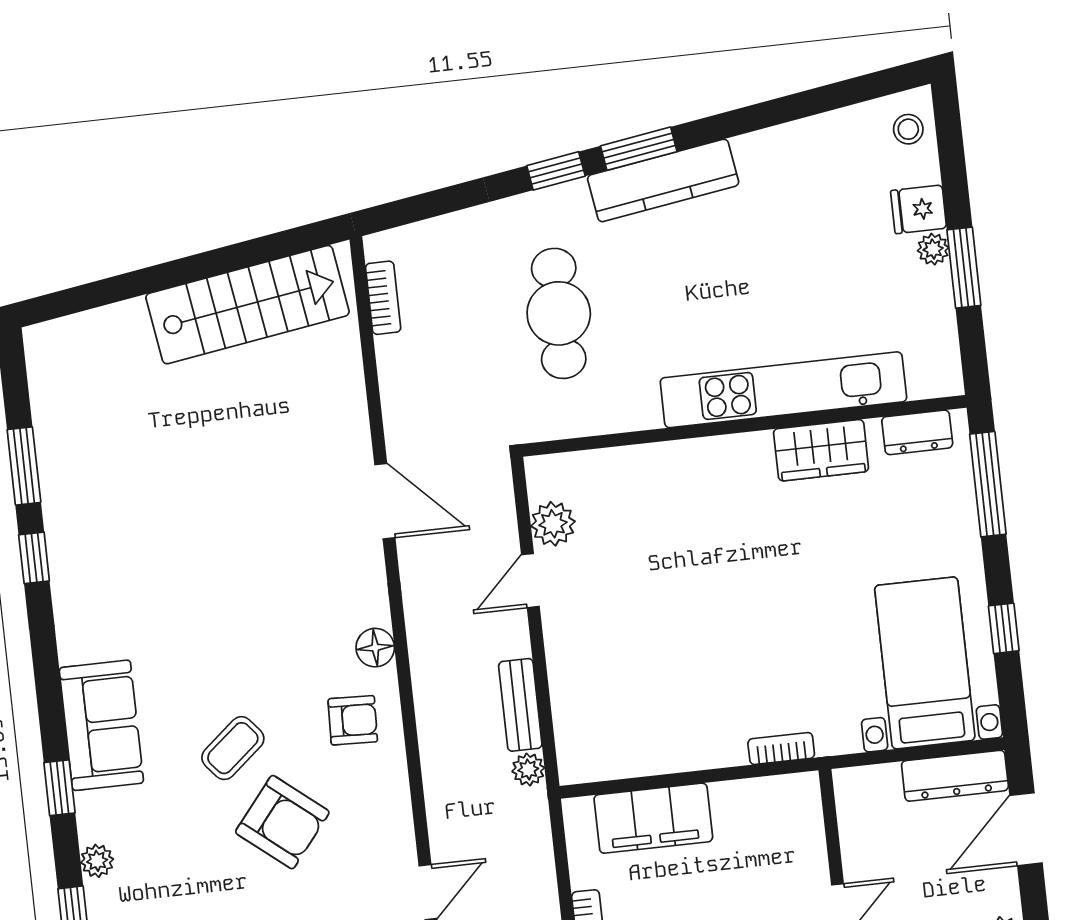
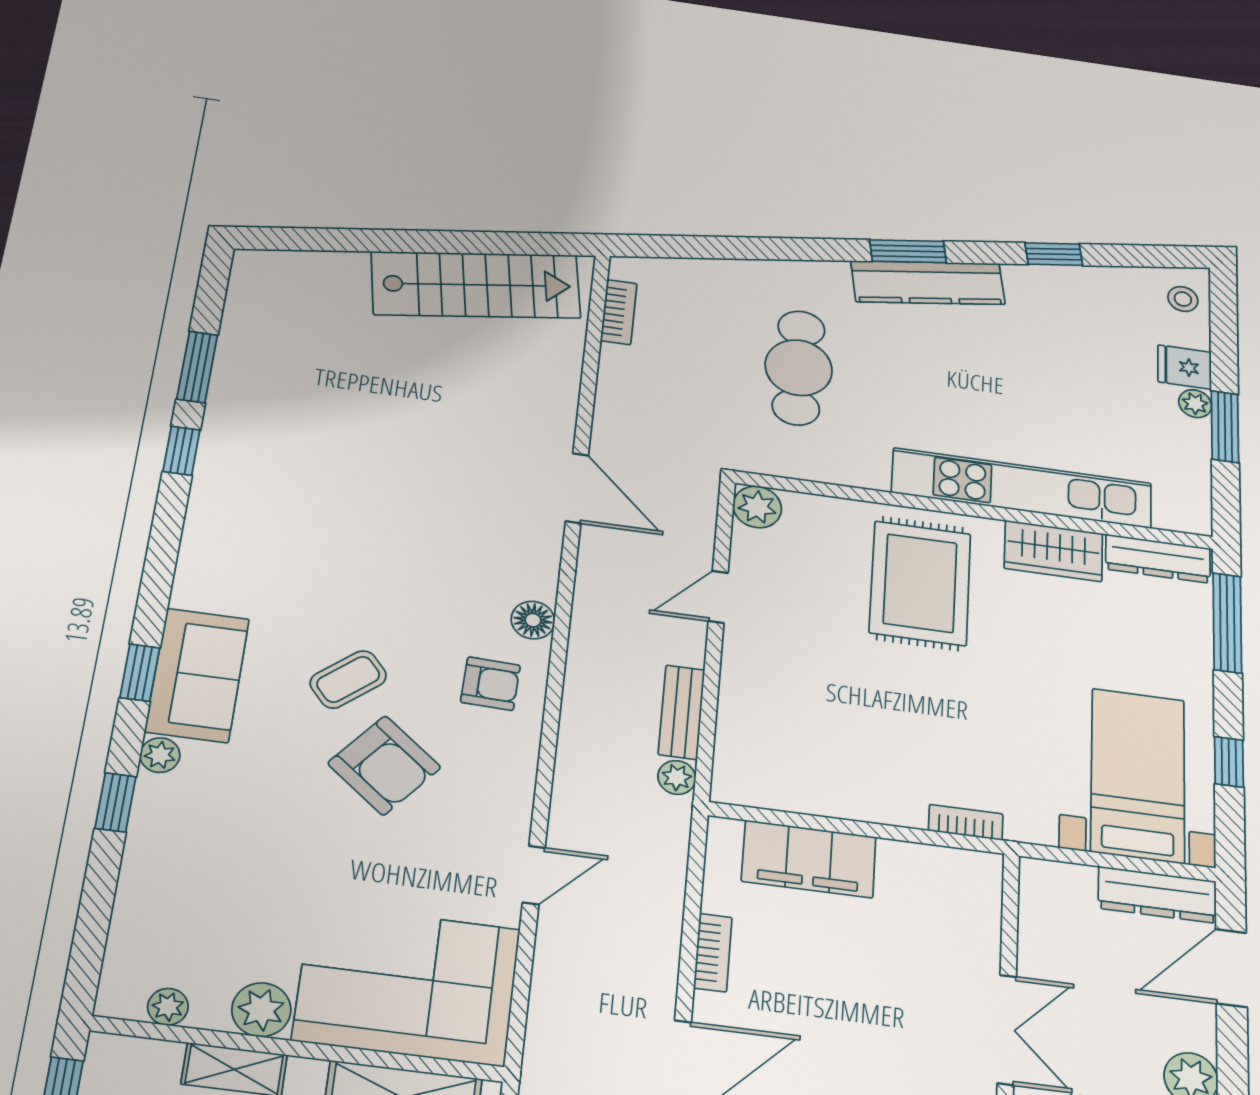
window: (556, 171) -> (1054, 254), moved
dresser: (917, 432) -> (1158, 559), width x1.44
rug: (706, 517) -> (920, 583), added
plant: (553, 524) -> (757, 507), moved
sofa: (101, 725) -> (197, 675), moved

